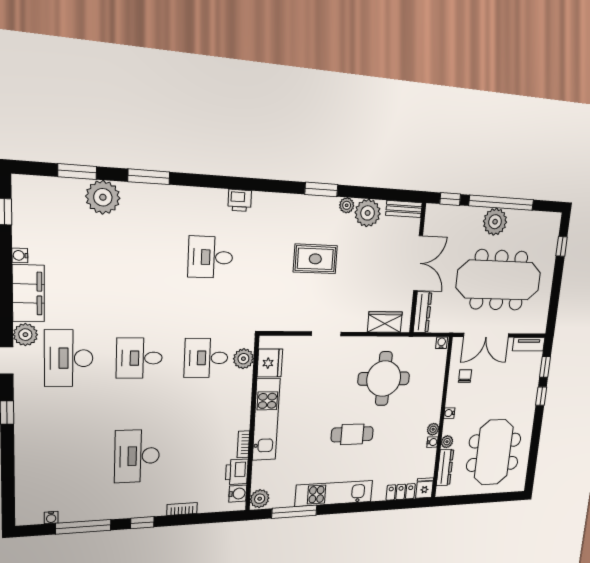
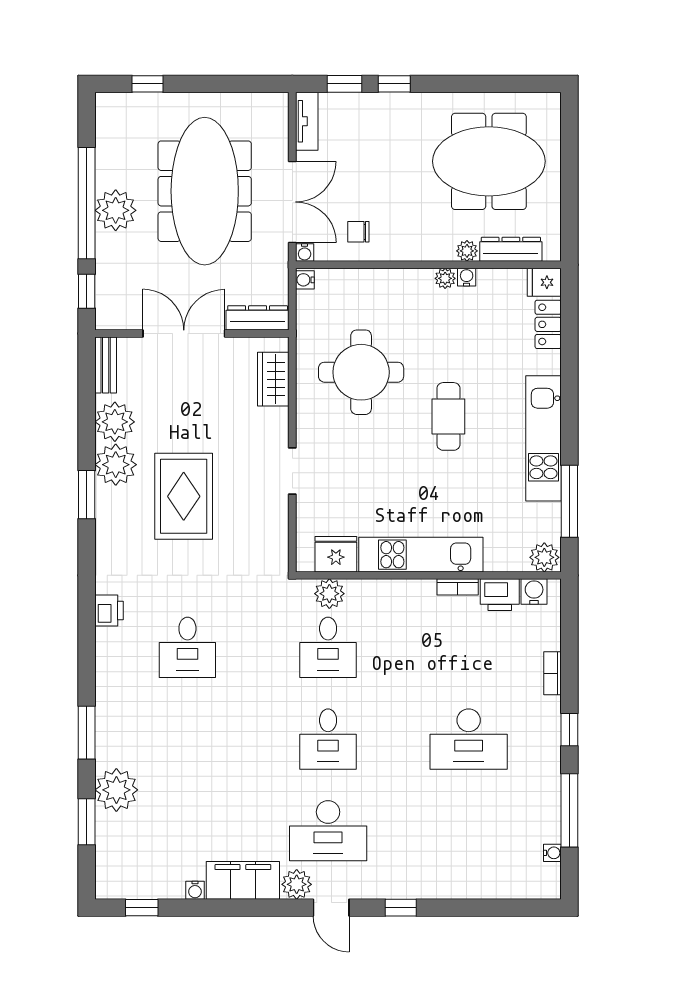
plant: (347, 205) -> (116, 465), width x1.87, depth x1.87
rug: (315, 259) -> (184, 496), width x1.36, depth x1.43
water cooler: (449, 413) -> (305, 253), moved

